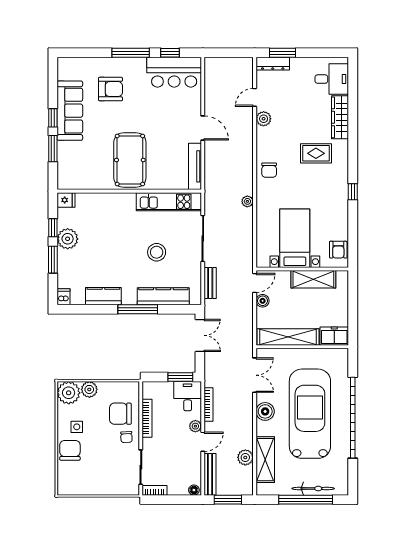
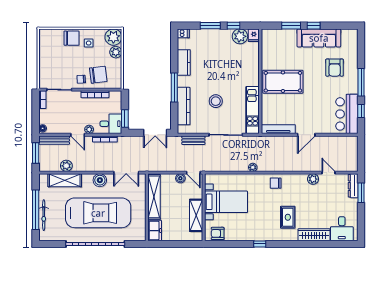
plant: (68, 239) -> (240, 36), moved
chair: (120, 414) -> (98, 75), turned 83

